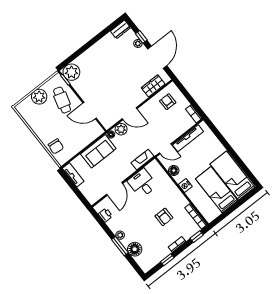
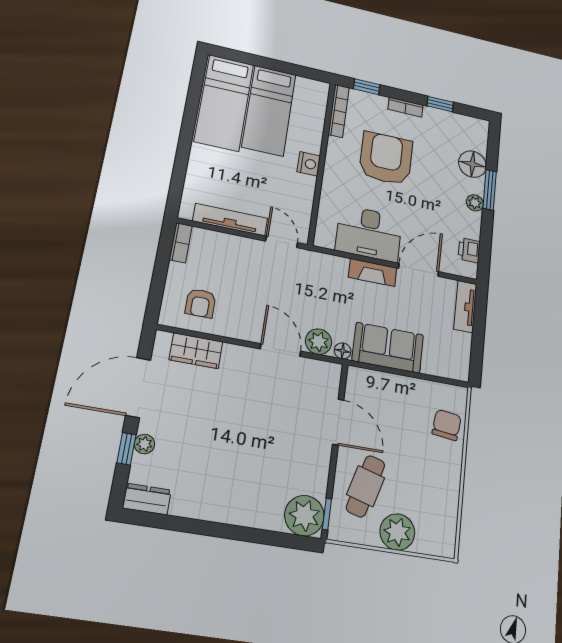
fireplace: (142, 160) -> (373, 273), moved
floor lamp: (174, 171) -> (303, 200), removed
tv unit: (73, 175) -> (465, 307), moved
desk: (142, 183) -> (369, 234), width x1.37
armchair: (164, 217) -> (386, 158), width x1.88, depth x1.88

